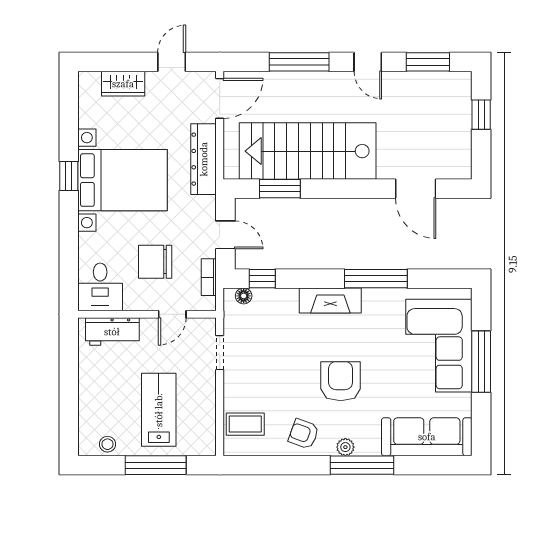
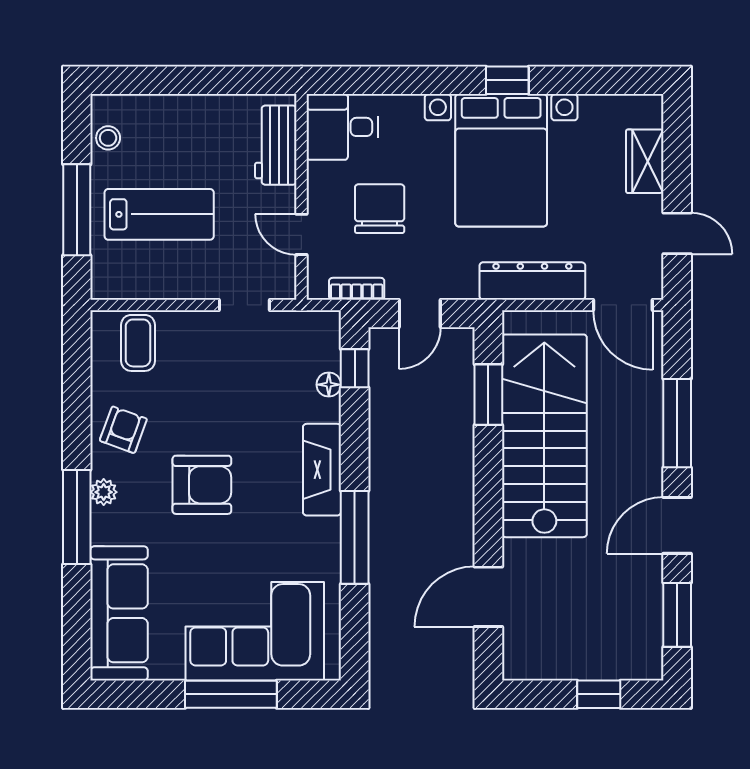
door: (368, 62) -> (677, 525), width x1.38
floor lamp: (244, 296) -> (329, 385), moved

